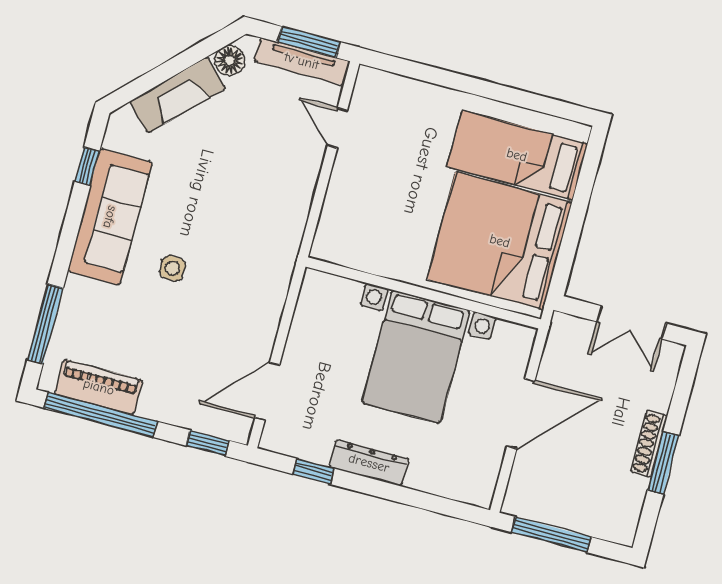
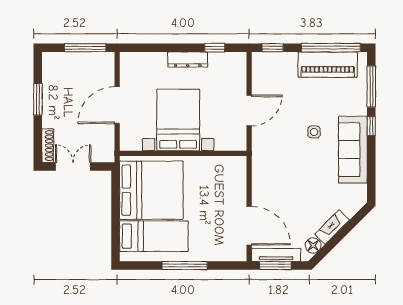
window: (475, 86) -> (185, 266), added
fireplace: (178, 95) -> (332, 227), width x0.73, depth x0.76
door: (337, 128) -> (249, 226), width x1.87
window: (87, 166) -> (371, 126), moved
piano: (99, 387) -> (328, 65), width x1.37, depth x1.33
door: (267, 391) -> (249, 110), moved
shoe rack: (649, 444) -> (48, 146), moved

